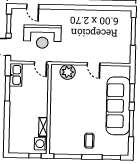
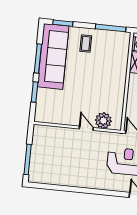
door: (94, 64) -> (86, 128), moved
sofa: (118, 106) -> (53, 56), moved

